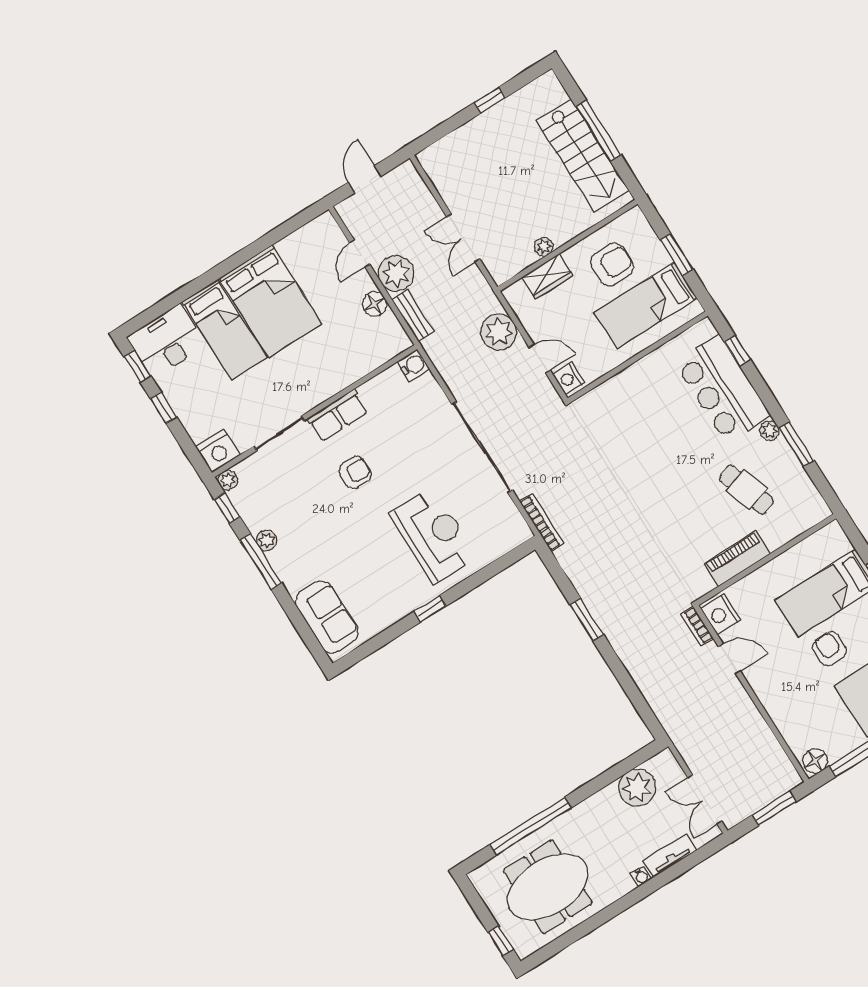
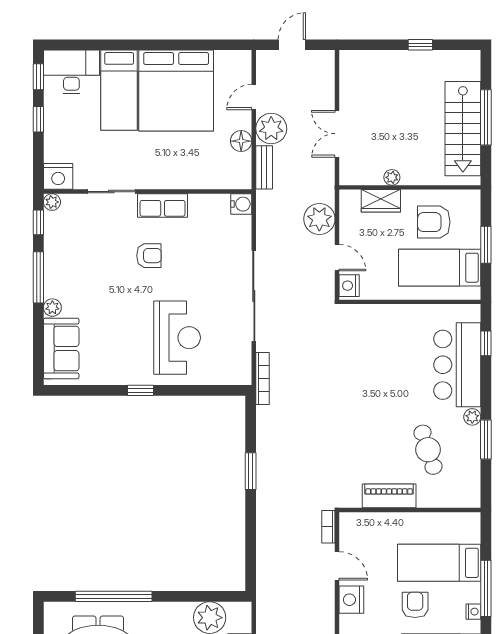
armchair: (612, 264) -> (434, 222), turned 180
bed: (270, 301) -> (176, 91), width x1.36
plant: (267, 540) -> (52, 308), moved
nightstand: (721, 614) -> (351, 600), moved

